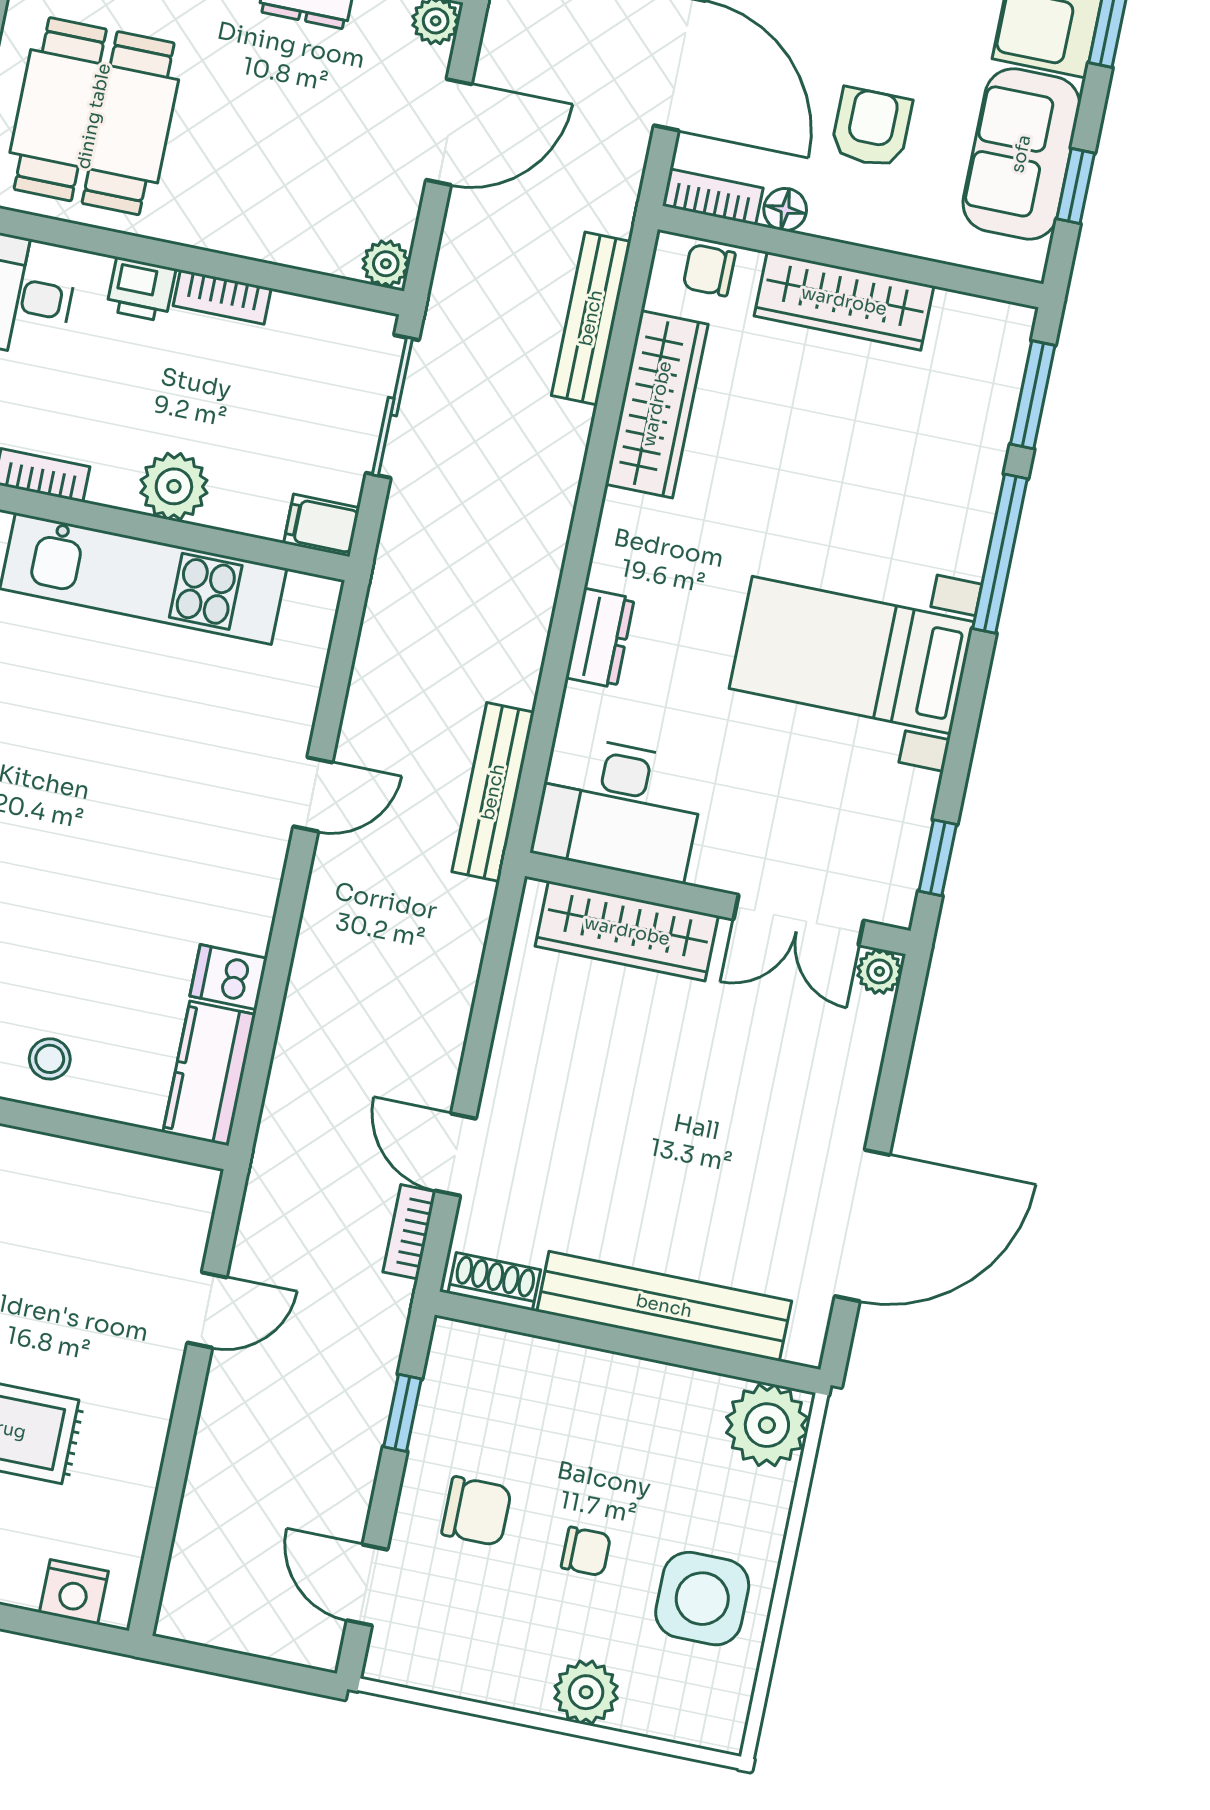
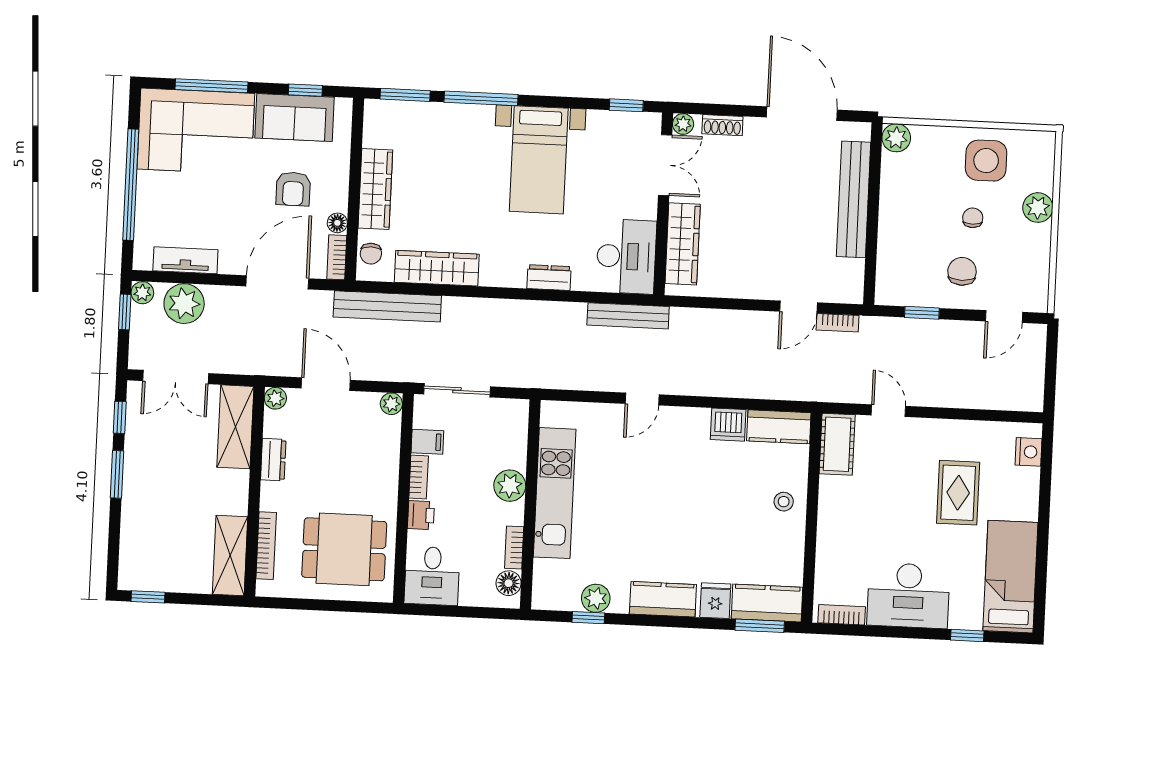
armchair: (871, 128) -> (293, 189), turned -90
bench: (591, 318) -> (387, 306), width x1.37, depth x1.21
filing cabinet: (322, 525) -> (427, 442), moved, turned -90
door: (313, 794) -> (642, 399), swing flipped
dishwasher: (229, 977) -> (728, 425), width x1.38
cot: (153, 1191) -> (837, 444), added
shoe rack: (494, 1282) -> (722, 125), moved, turned -90
plant: (767, 1425) -> (896, 138), width x0.73, depth x0.73

